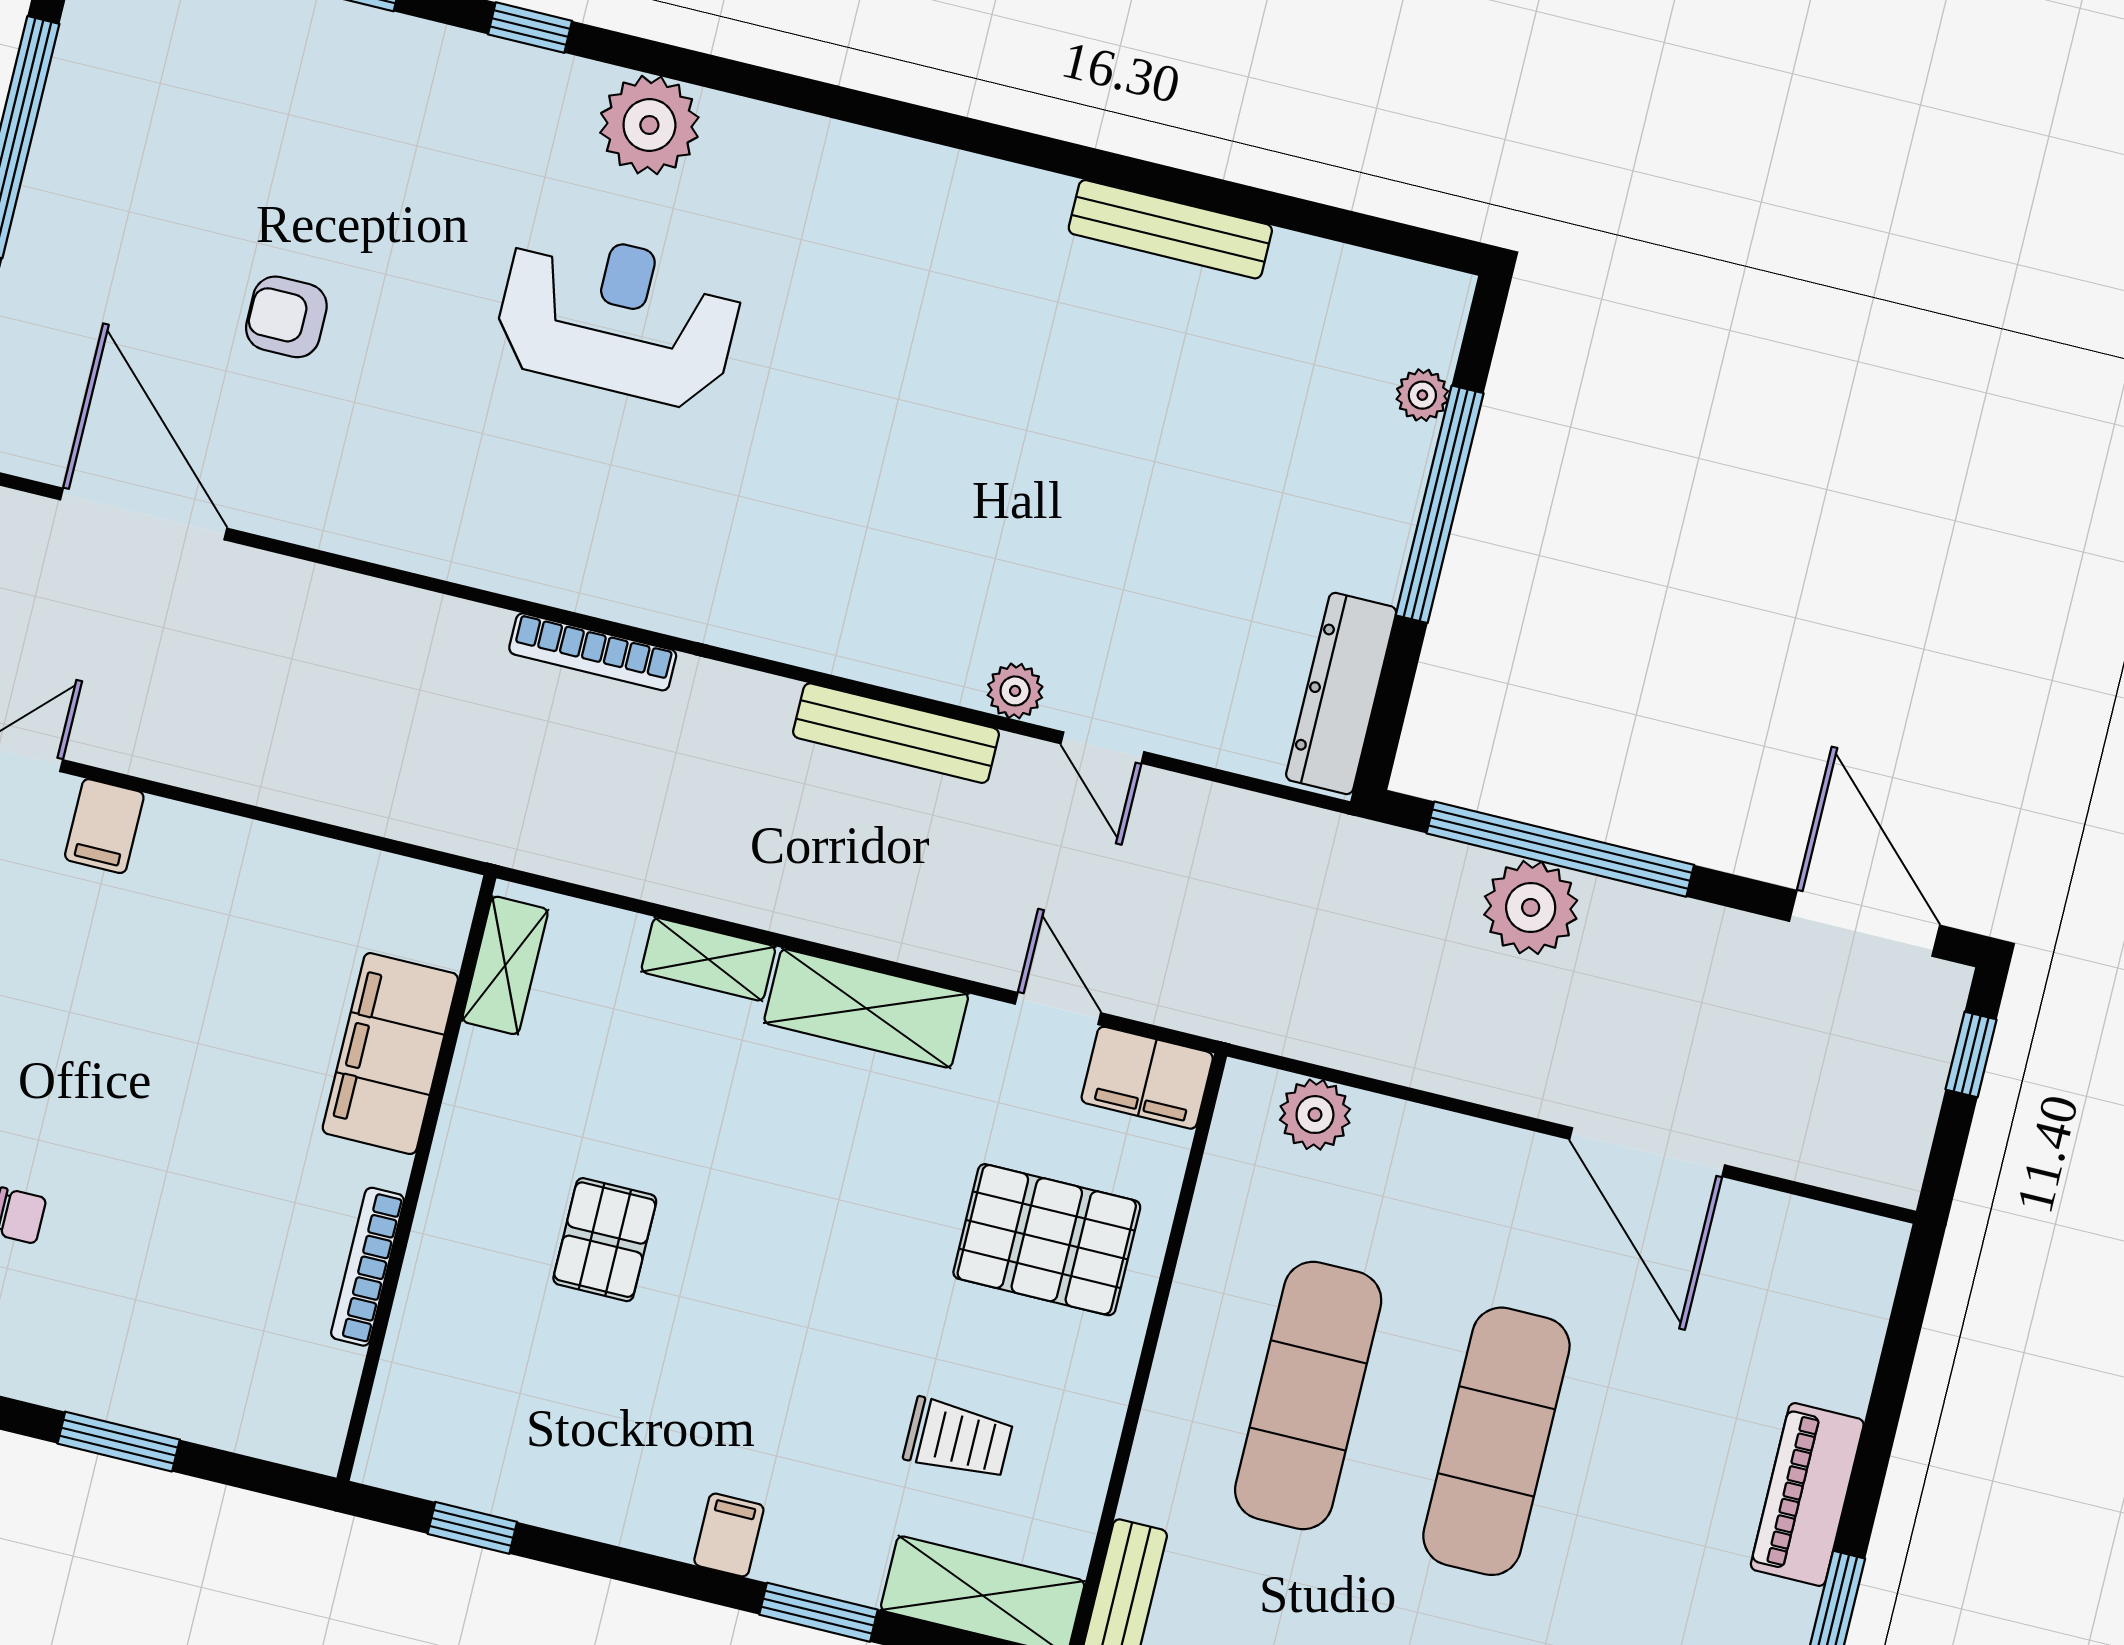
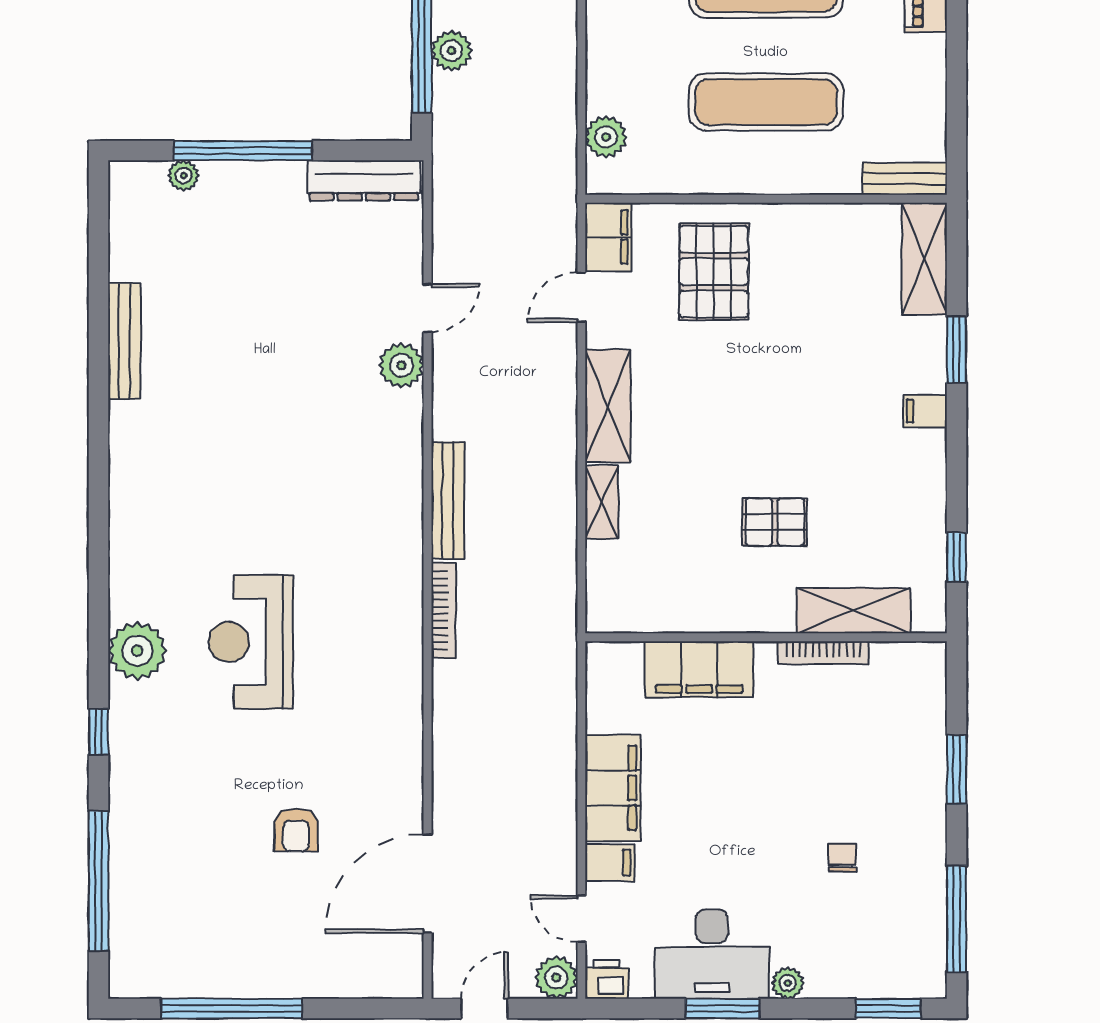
plant: (1015, 691) -> (401, 365), width x1.38, depth x1.38
bench: (896, 733) -> (448, 500), moved
filing cabinet: (228, 862) -> (613, 788), added
plant: (1531, 907) -> (452, 51), width x0.73, depth x0.73
shelving: (505, 965) -> (853, 611), moved, width x1.50, depth x1.33
trolley: (958, 1439) -> (839, 294), removed

